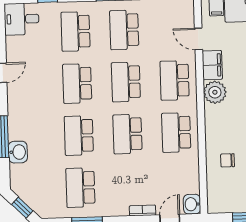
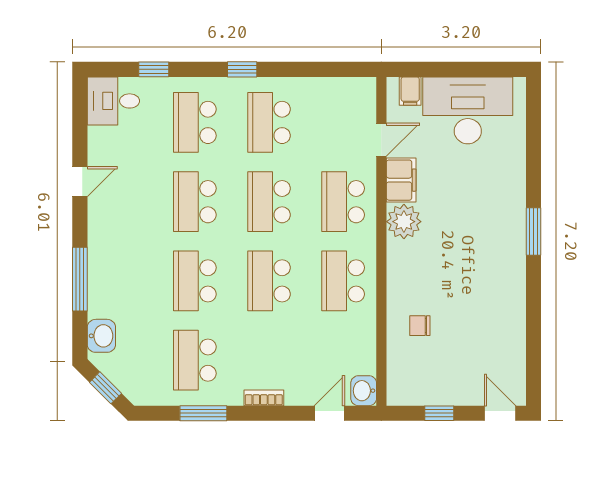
door: (198, 39) -> (381, 140), swing flipped
washbasin: (18, 152) -> (101, 336), moved
bookcase: (143, 210) -> (264, 398), moved

